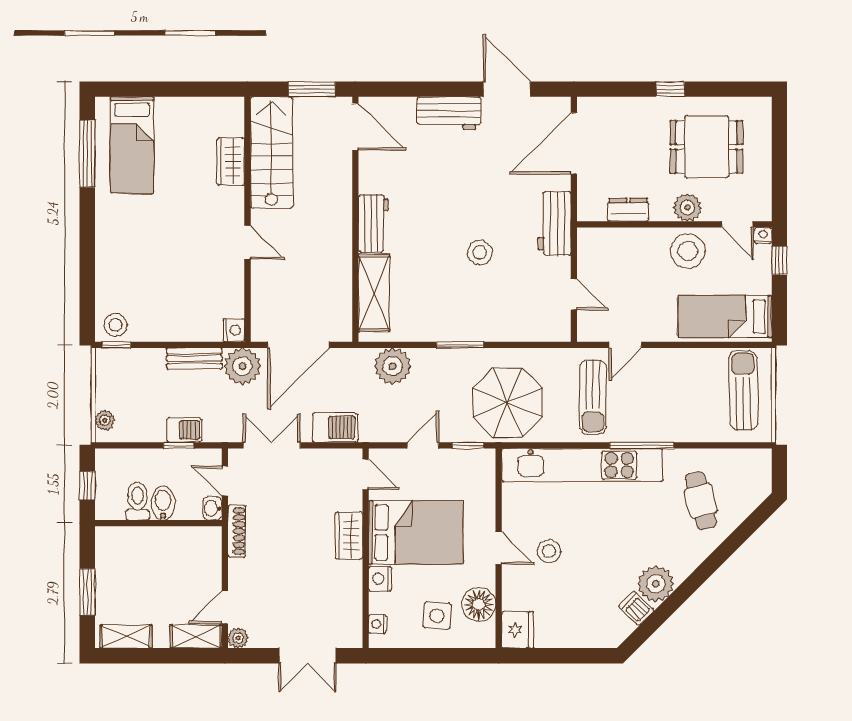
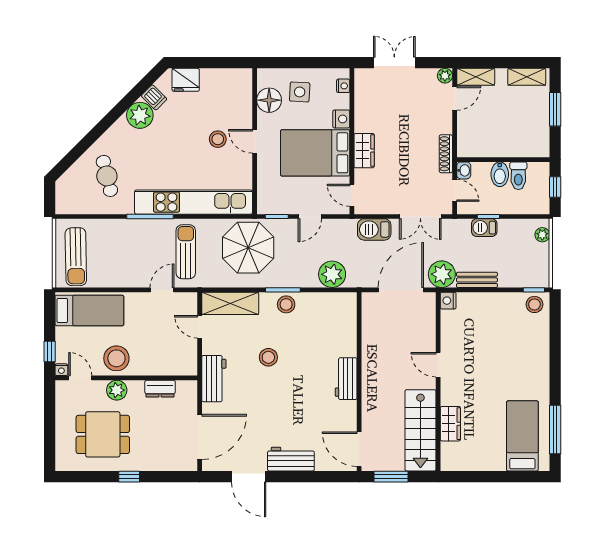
shelving: (374, 293) -> (230, 303), moved, turned 90
stool: (456, 325) -> (286, 304), added
fridge: (518, 630) -> (186, 80), moved, turned -90

